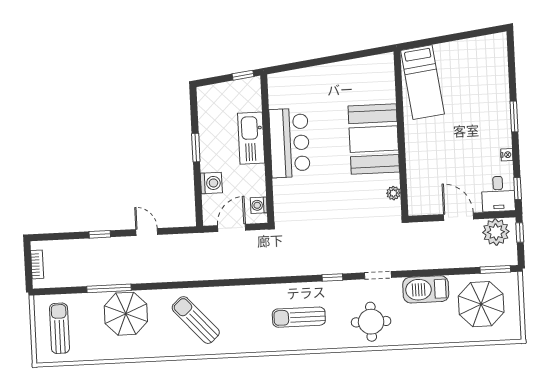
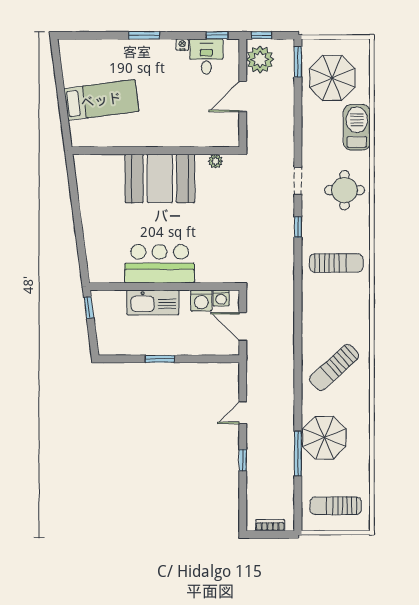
bed: (423, 82) -> (101, 100), moved
washing machine: (211, 183) -> (201, 301), moved, turned 180
desk: (498, 194) -> (206, 57), moved, turned -90
barbecue: (426, 289) -> (357, 127), moved, turned 180
sun lounger: (299, 317) -> (336, 263), turned -90

